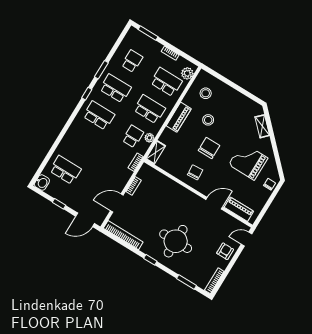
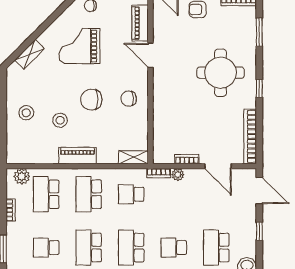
stool: (206, 93) -> (26, 113), moved
plant: (149, 138) -> (178, 175), moved
school desk: (82, 143) -> (174, 248), added
grand piano: (248, 161) -> (79, 46), turned 90

